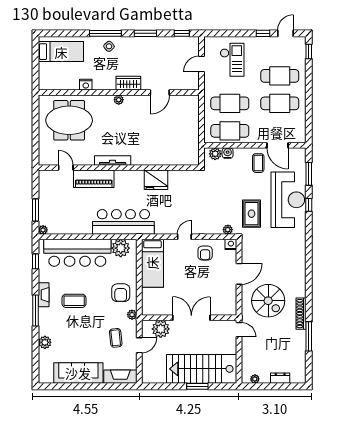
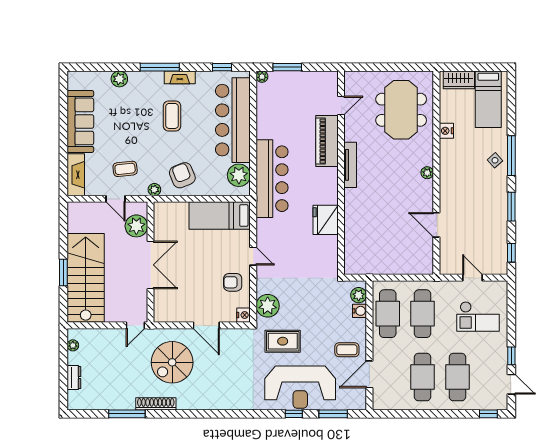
wardrobe: (128, 83) -> (459, 80), moved, turned 90
plant: (228, 230) -> (268, 306), width x1.87, depth x1.87
armchair: (121, 293) -> (182, 175), turned 68

